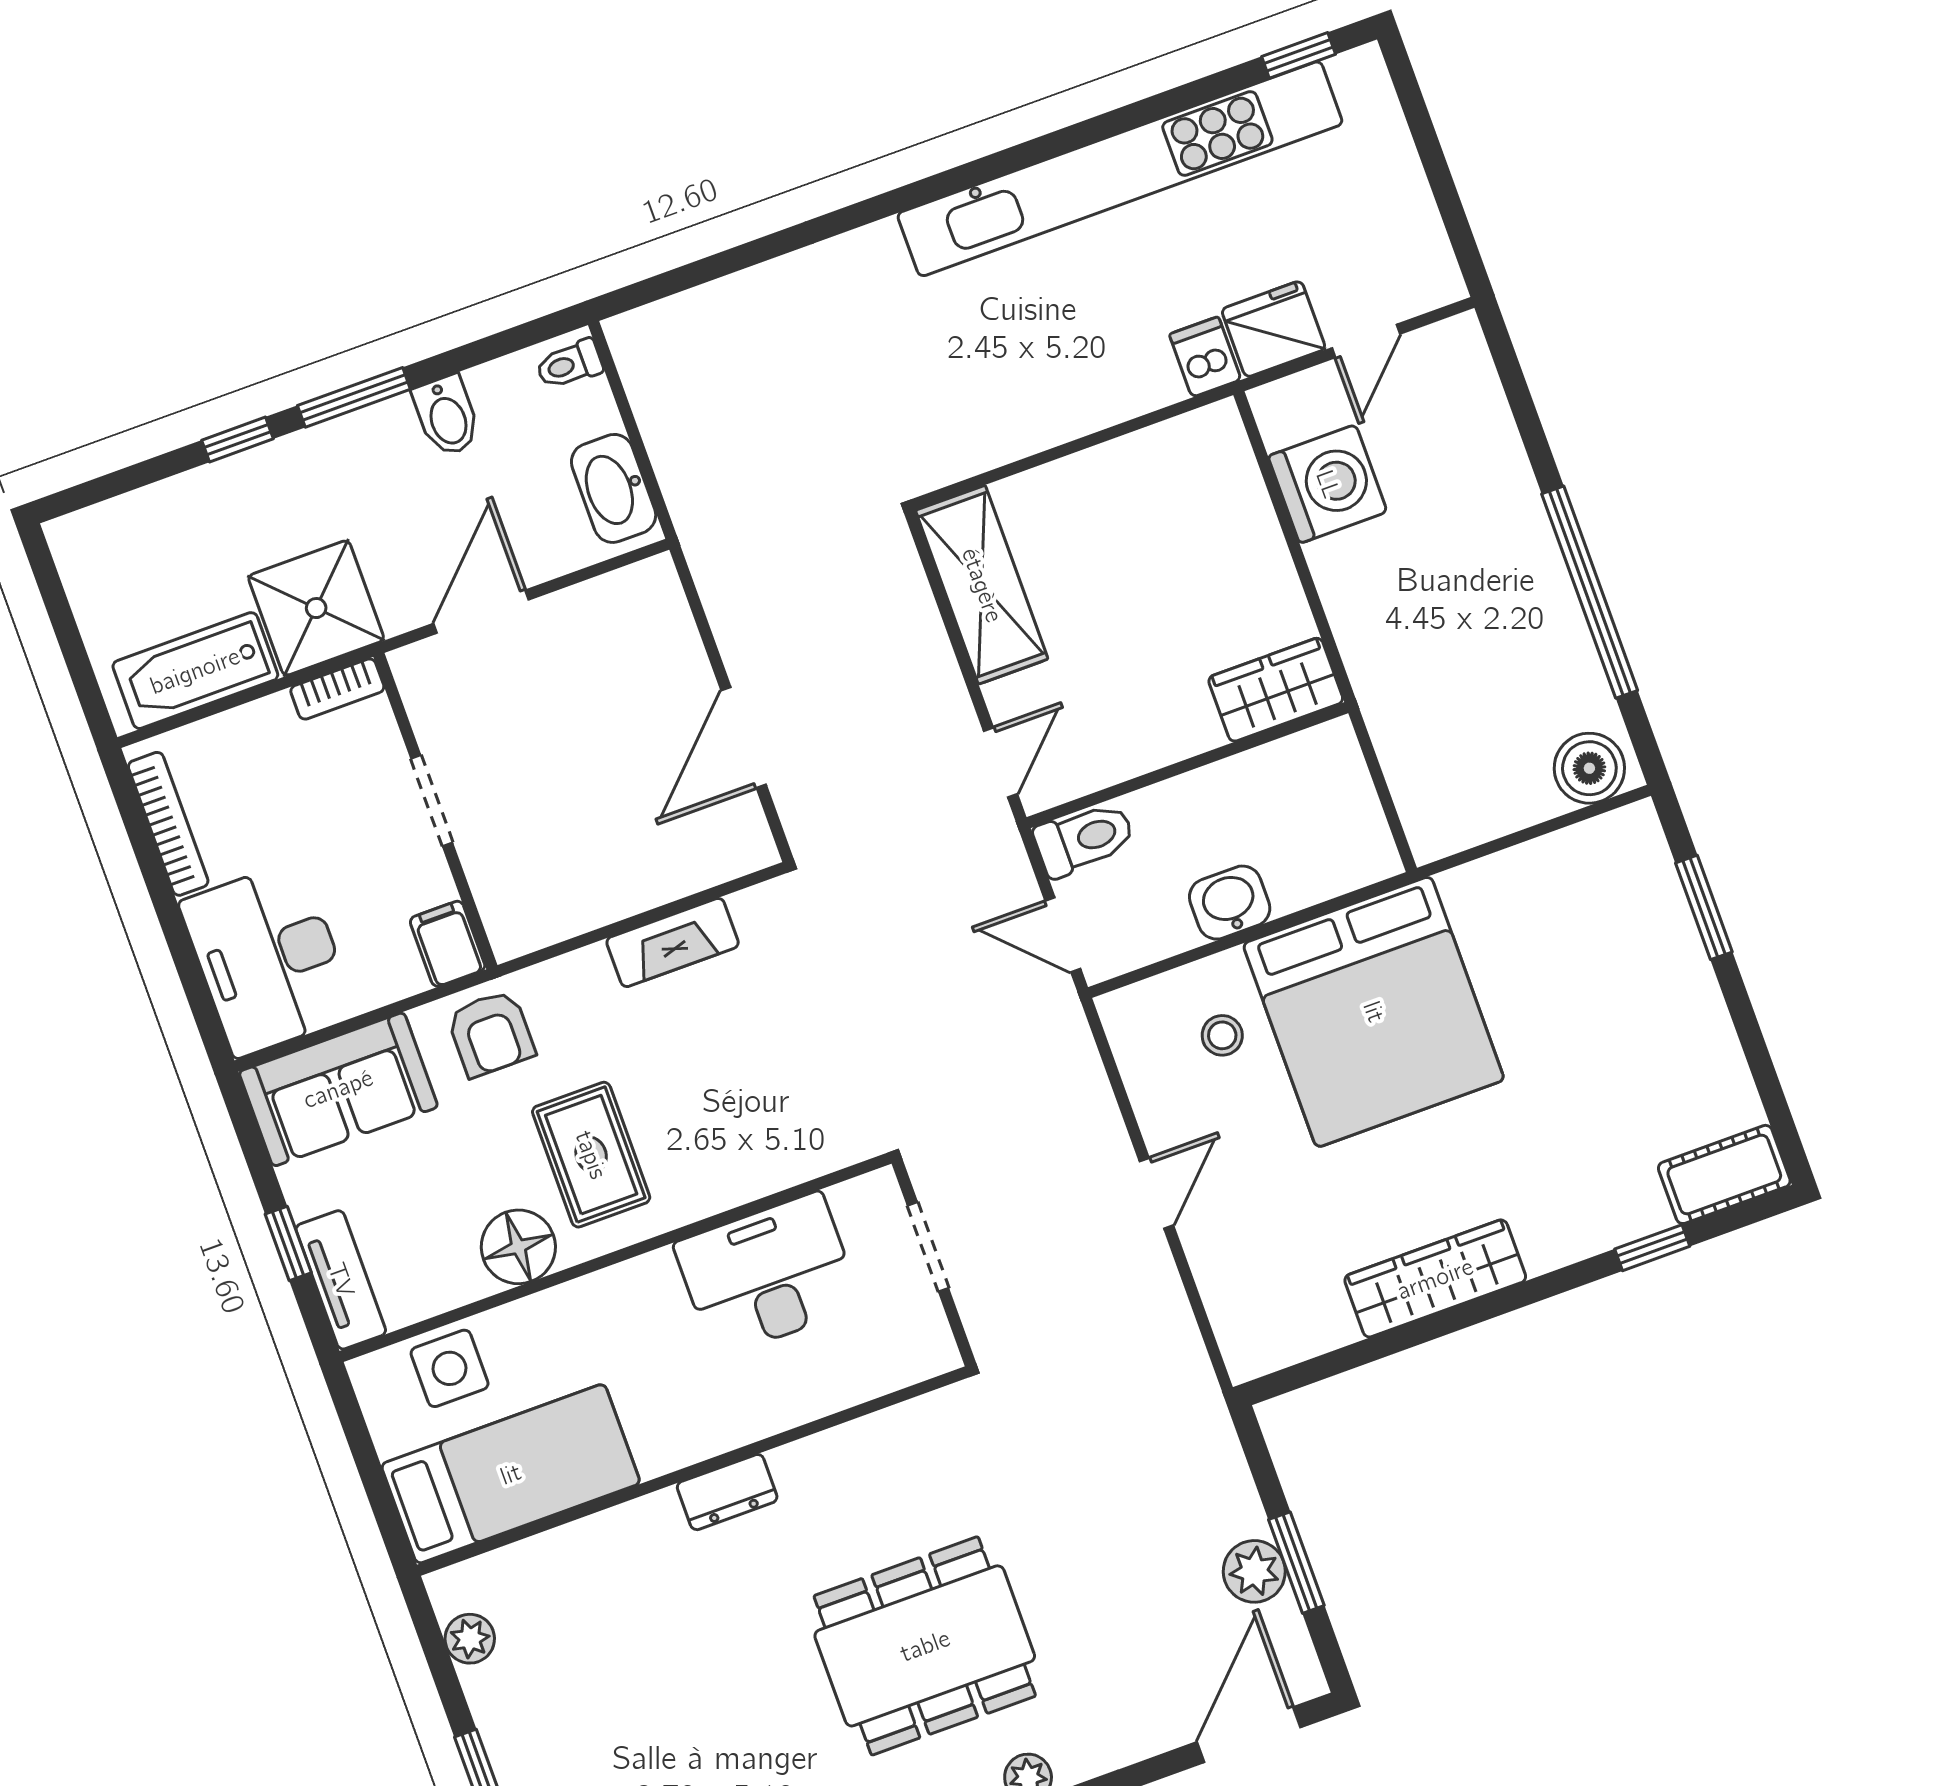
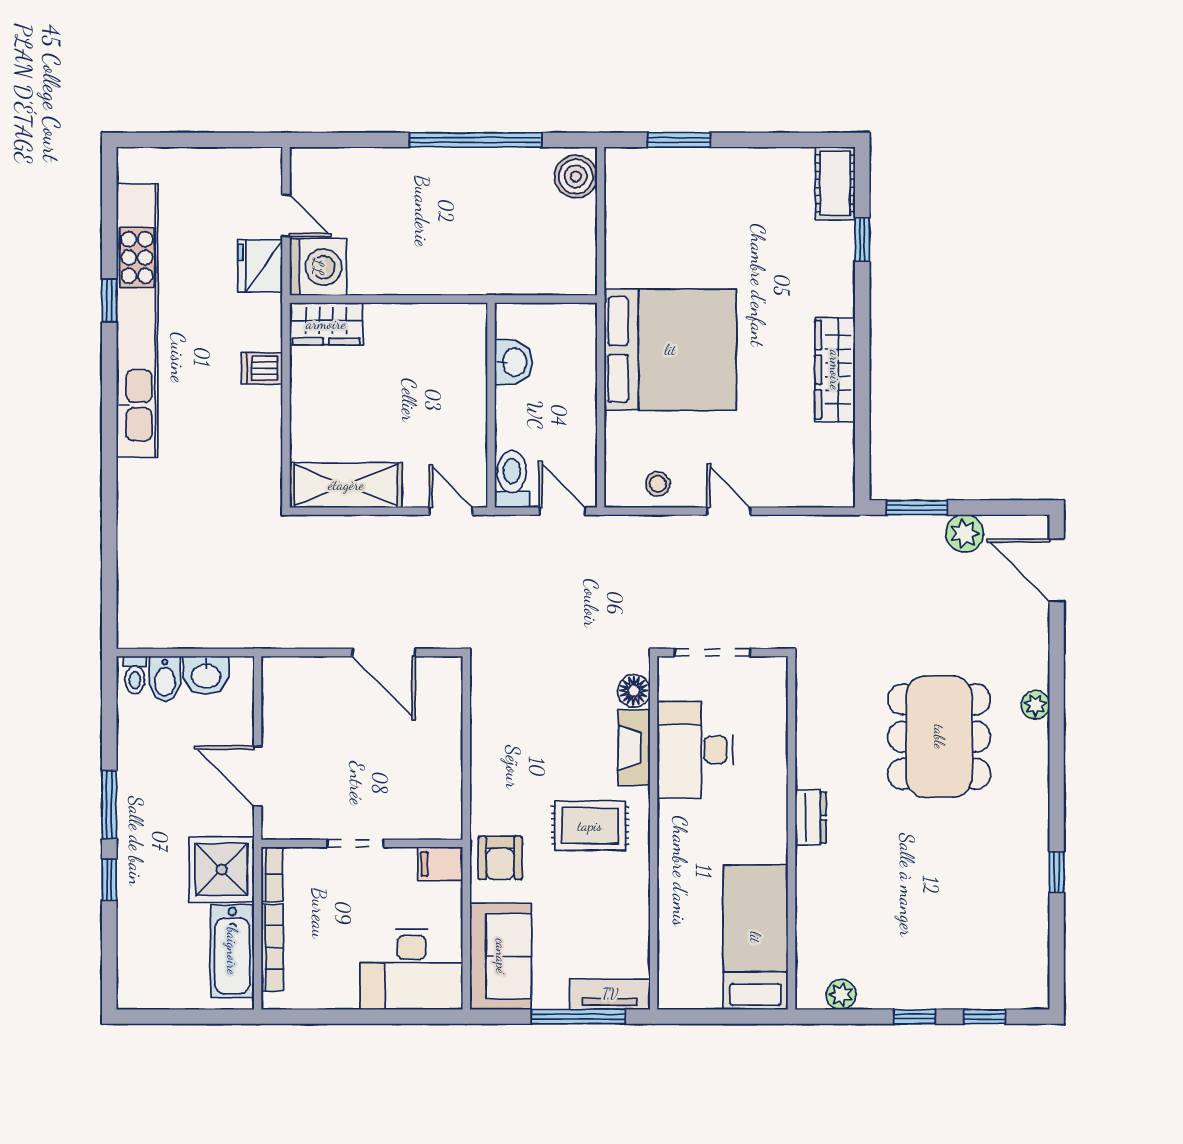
window: (1299, 55) -> (109, 301), moved
dishwasher: (1205, 357) -> (262, 368), moved
bidet: (447, 416) -> (165, 679), moved, turned 90
washing machine: (1328, 484) -> (318, 267), moved, turned 90
washbasin: (614, 488) -> (206, 675), width x0.72
wardrobe: (1276, 690) -> (326, 324), moved, turned -90
bookcase: (168, 824) -> (272, 947), moved, turned 90
washbasin: (1230, 903) -> (513, 362), moved, turned 180
door: (1063, 935) -> (562, 511), swing flipped
fireplace: (673, 942) -> (634, 748), moved, turned 180
armchair: (491, 1033) -> (500, 858), turned 90
stool: (1222, 1035) -> (658, 484), moved
window: (288, 1243) -> (578, 1017), width x2.17
floor lamp: (518, 1247) -> (634, 691), moved, width x0.73, depth x0.73
doorway: (928, 1247) -> (712, 652), width x1.38
side table: (450, 1368) -> (683, 950), removed
window: (1296, 1563) -> (917, 508), moved

